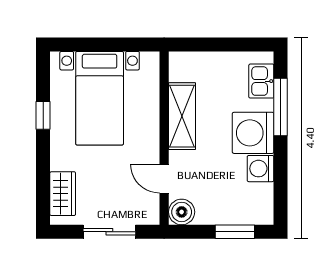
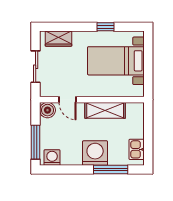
kitchen sink: (261, 81) -> (137, 149), moved, turned -90
washing machine: (261, 169) -> (52, 158), moved
door: (164, 179) -> (68, 100), swing flipped
window: (235, 232) -> (36, 142), width x1.44

